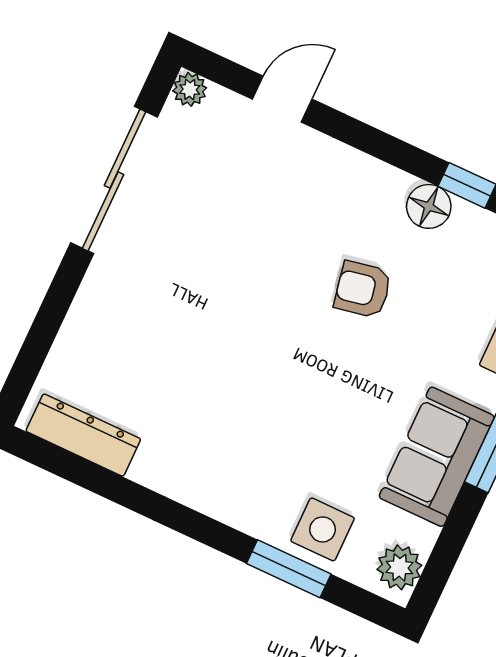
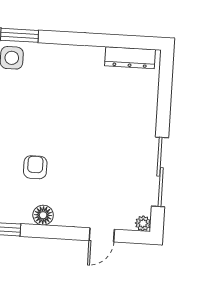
floor lamp: (429, 206) -> (43, 215), moved
armchair: (363, 289) -> (35, 167), turned -79

